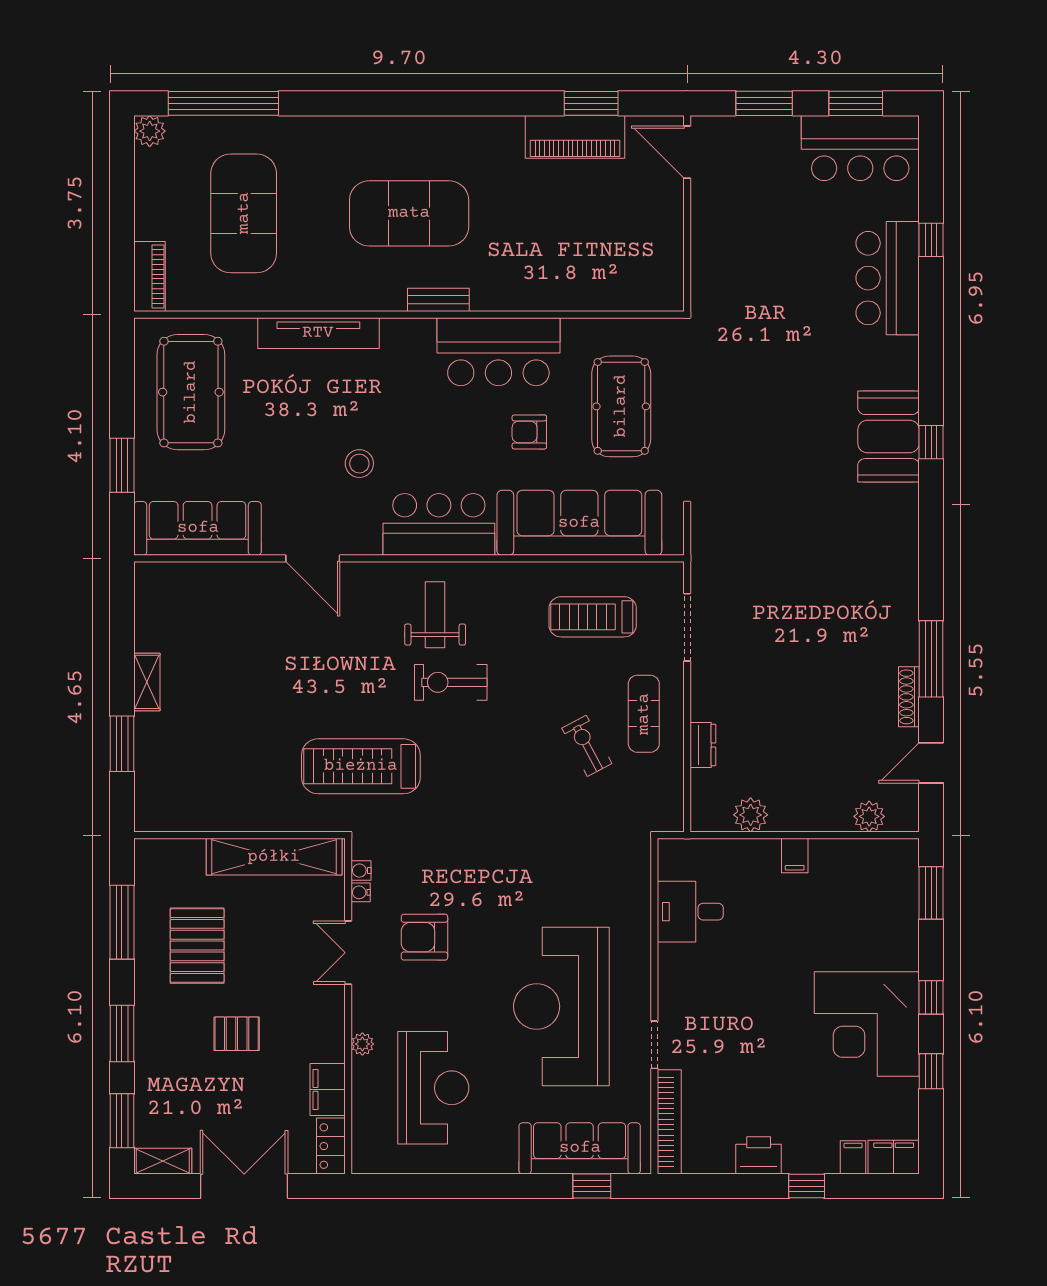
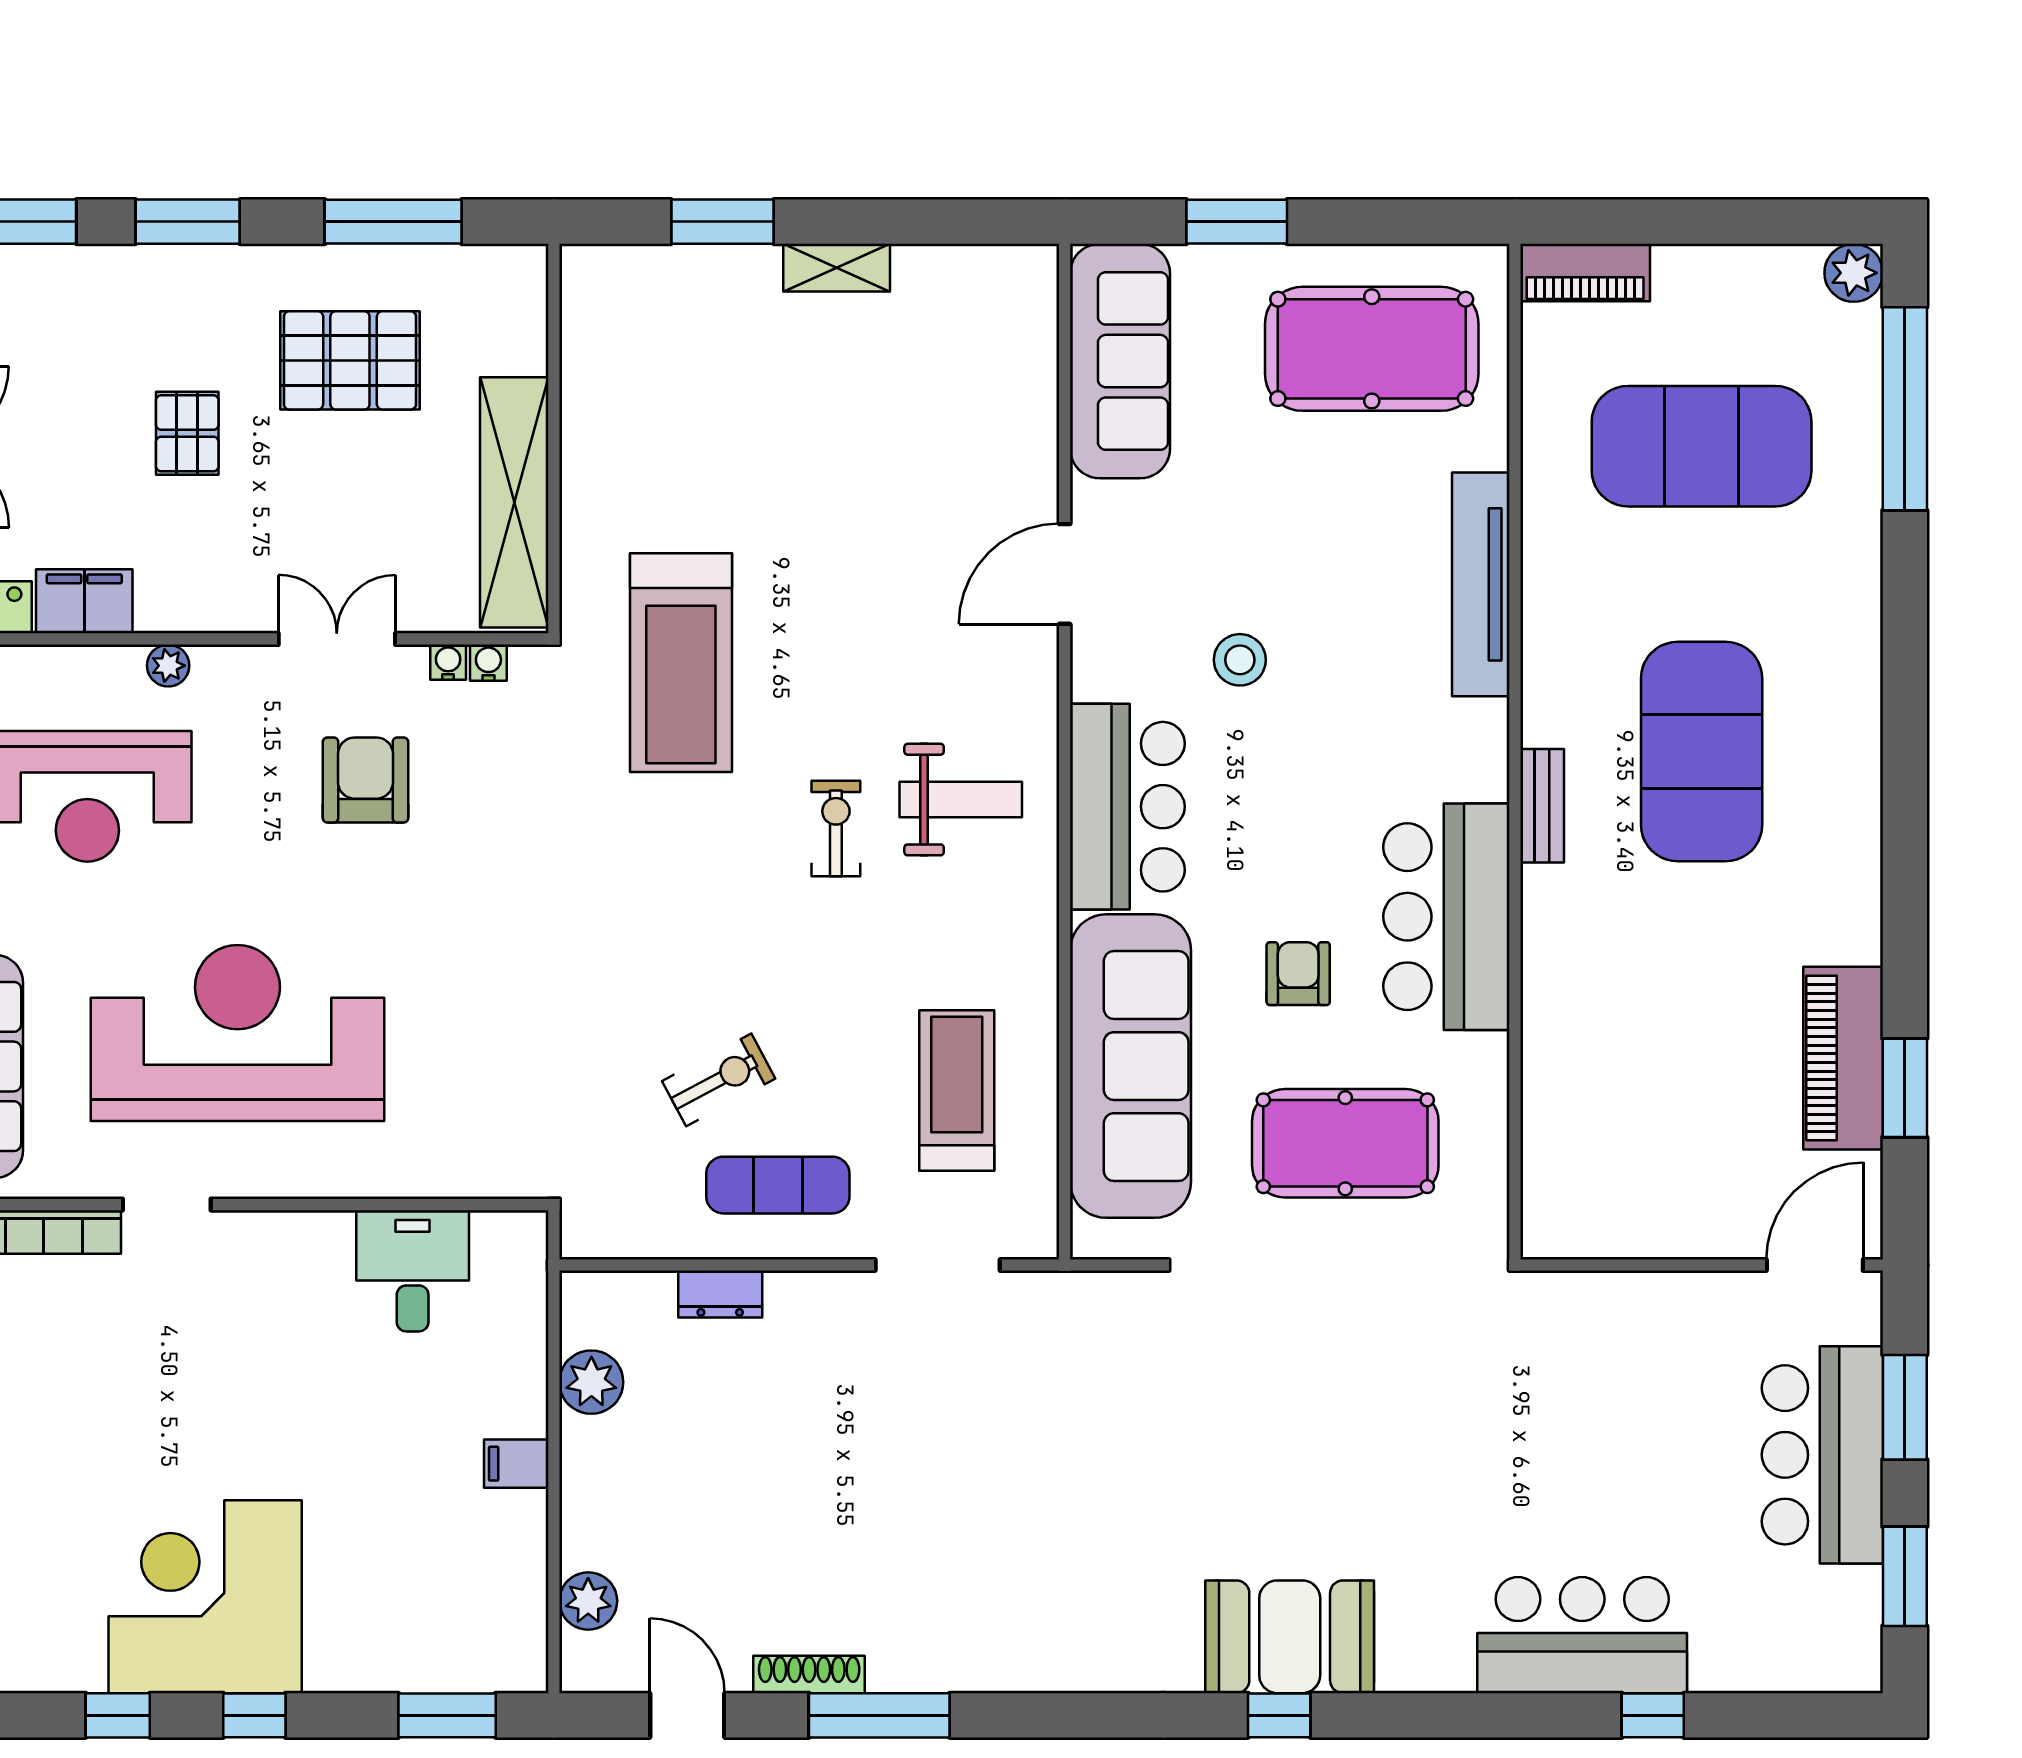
bar counter: (860, 148) -> (1822, 1455), moved
exercise bike: (451, 682) -> (836, 829), width x0.73, depth x0.72
treadmill: (361, 766) -> (681, 663), turned 180

